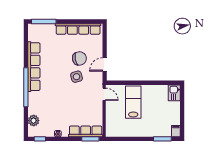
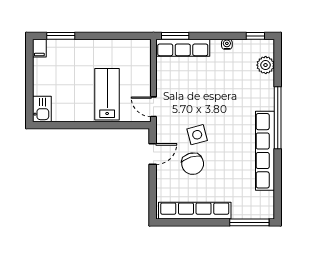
chair: (79, 58) -> (193, 164), turned -96
lab bench: (133, 102) -> (107, 94), turned 180

